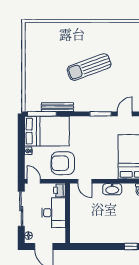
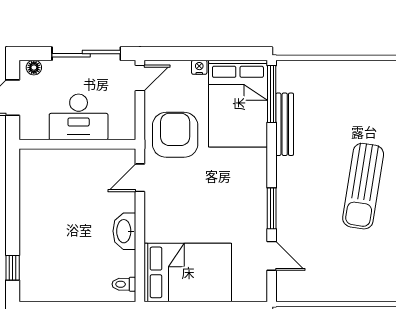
sun lounger: (89, 67) -> (363, 186), turned -151
printer: (60, 190) -> (122, 129), removed

